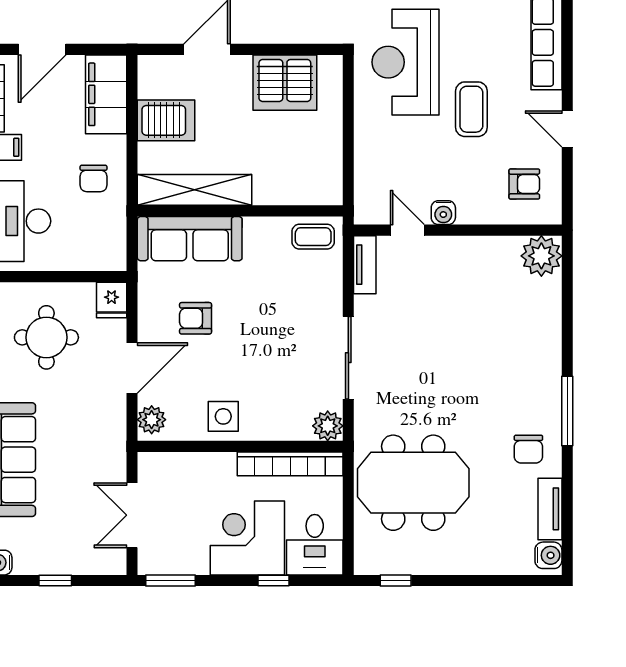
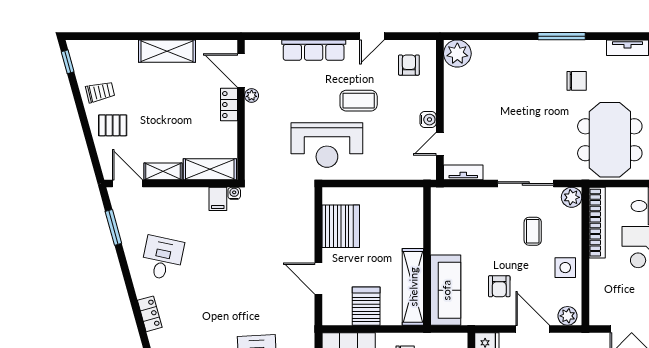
coffee table: (313, 237) -> (533, 231), moved
chair: (528, 449) -> (577, 81), moved

